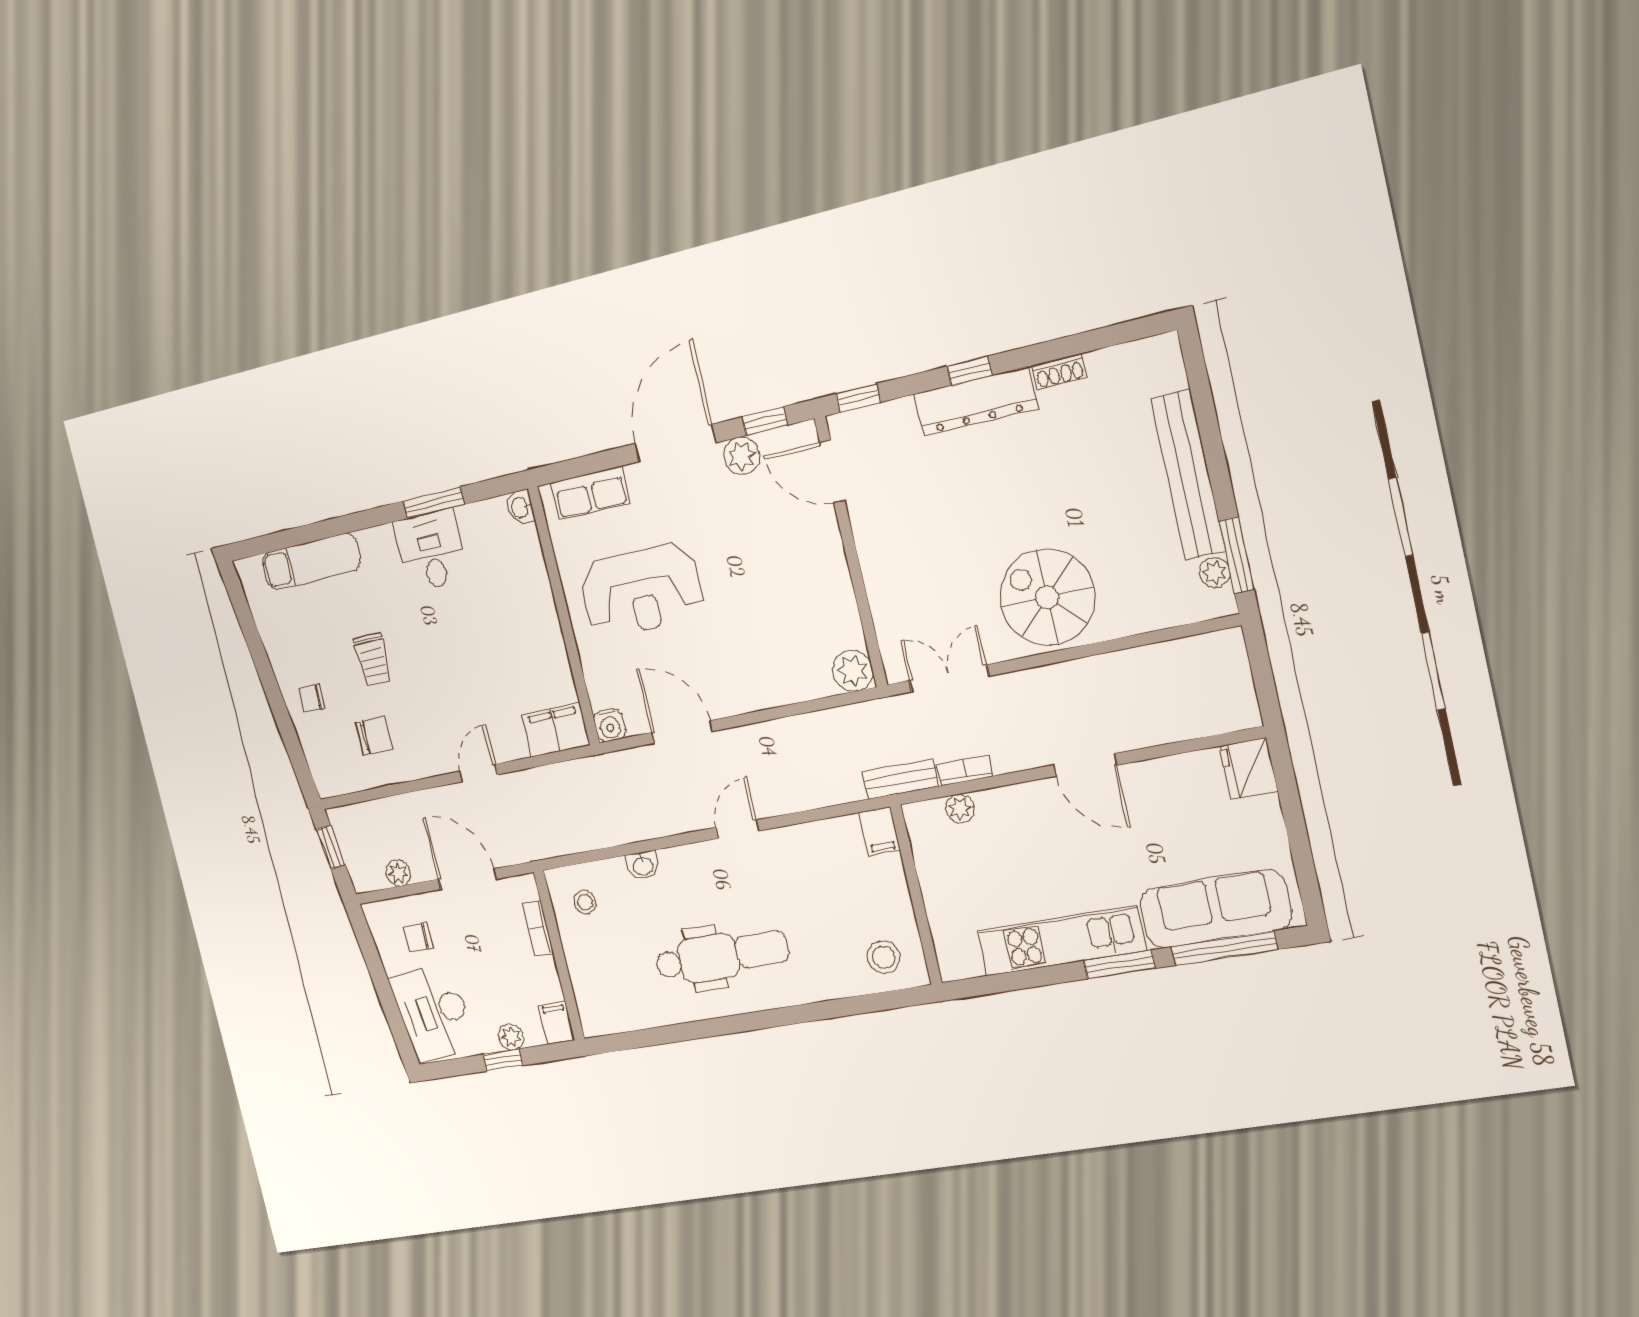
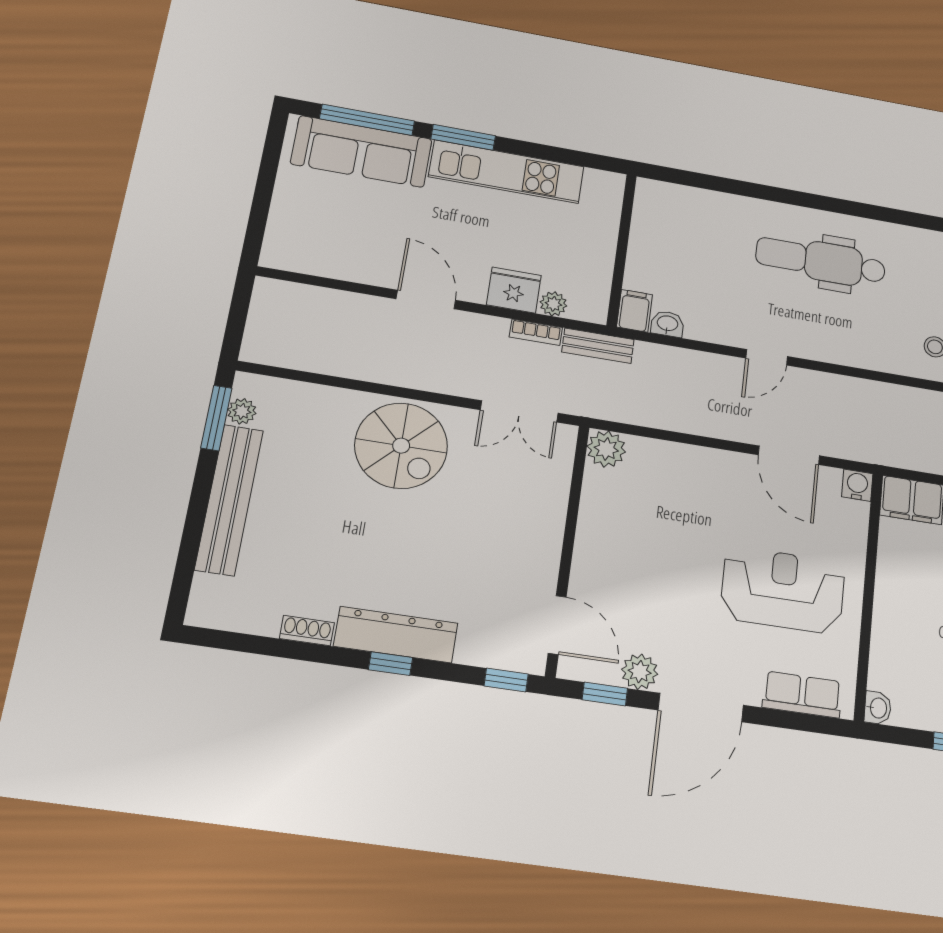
fridge: (1249, 769) -> (514, 290), moved, turned -90
washbasin: (643, 865) -> (667, 324), moved
stool: (884, 957) -> (671, 211), removed

